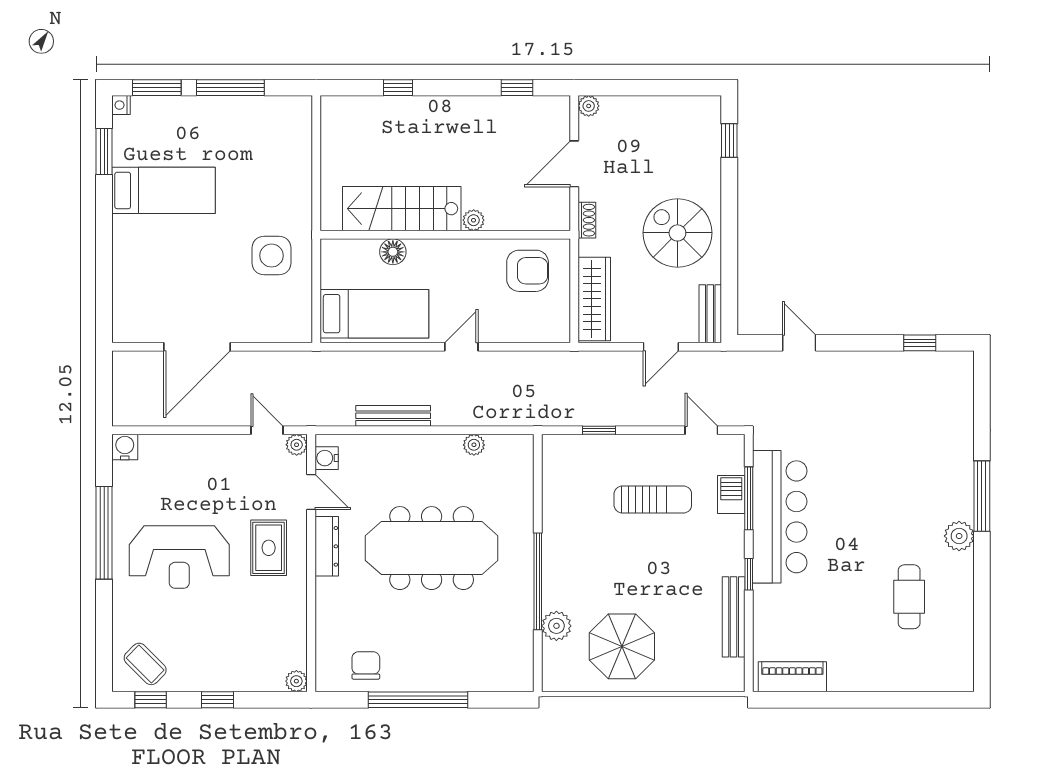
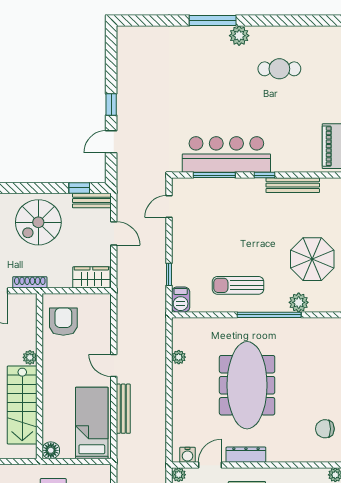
shoe rack: (587, 220) -> (30, 282), width x1.43
floor lamp: (393, 252) -> (51, 450), moved
window: (729, 295) -> (79, 188), added
wardrobe: (594, 299) -> (91, 277), width x0.67
window: (920, 343) -> (111, 105), moved
bench: (393, 416) -> (123, 409), moved
barbecue: (731, 494) -> (181, 300), moved, turned -90
sun lounger: (653, 500) -> (238, 285), moved, turned -90

